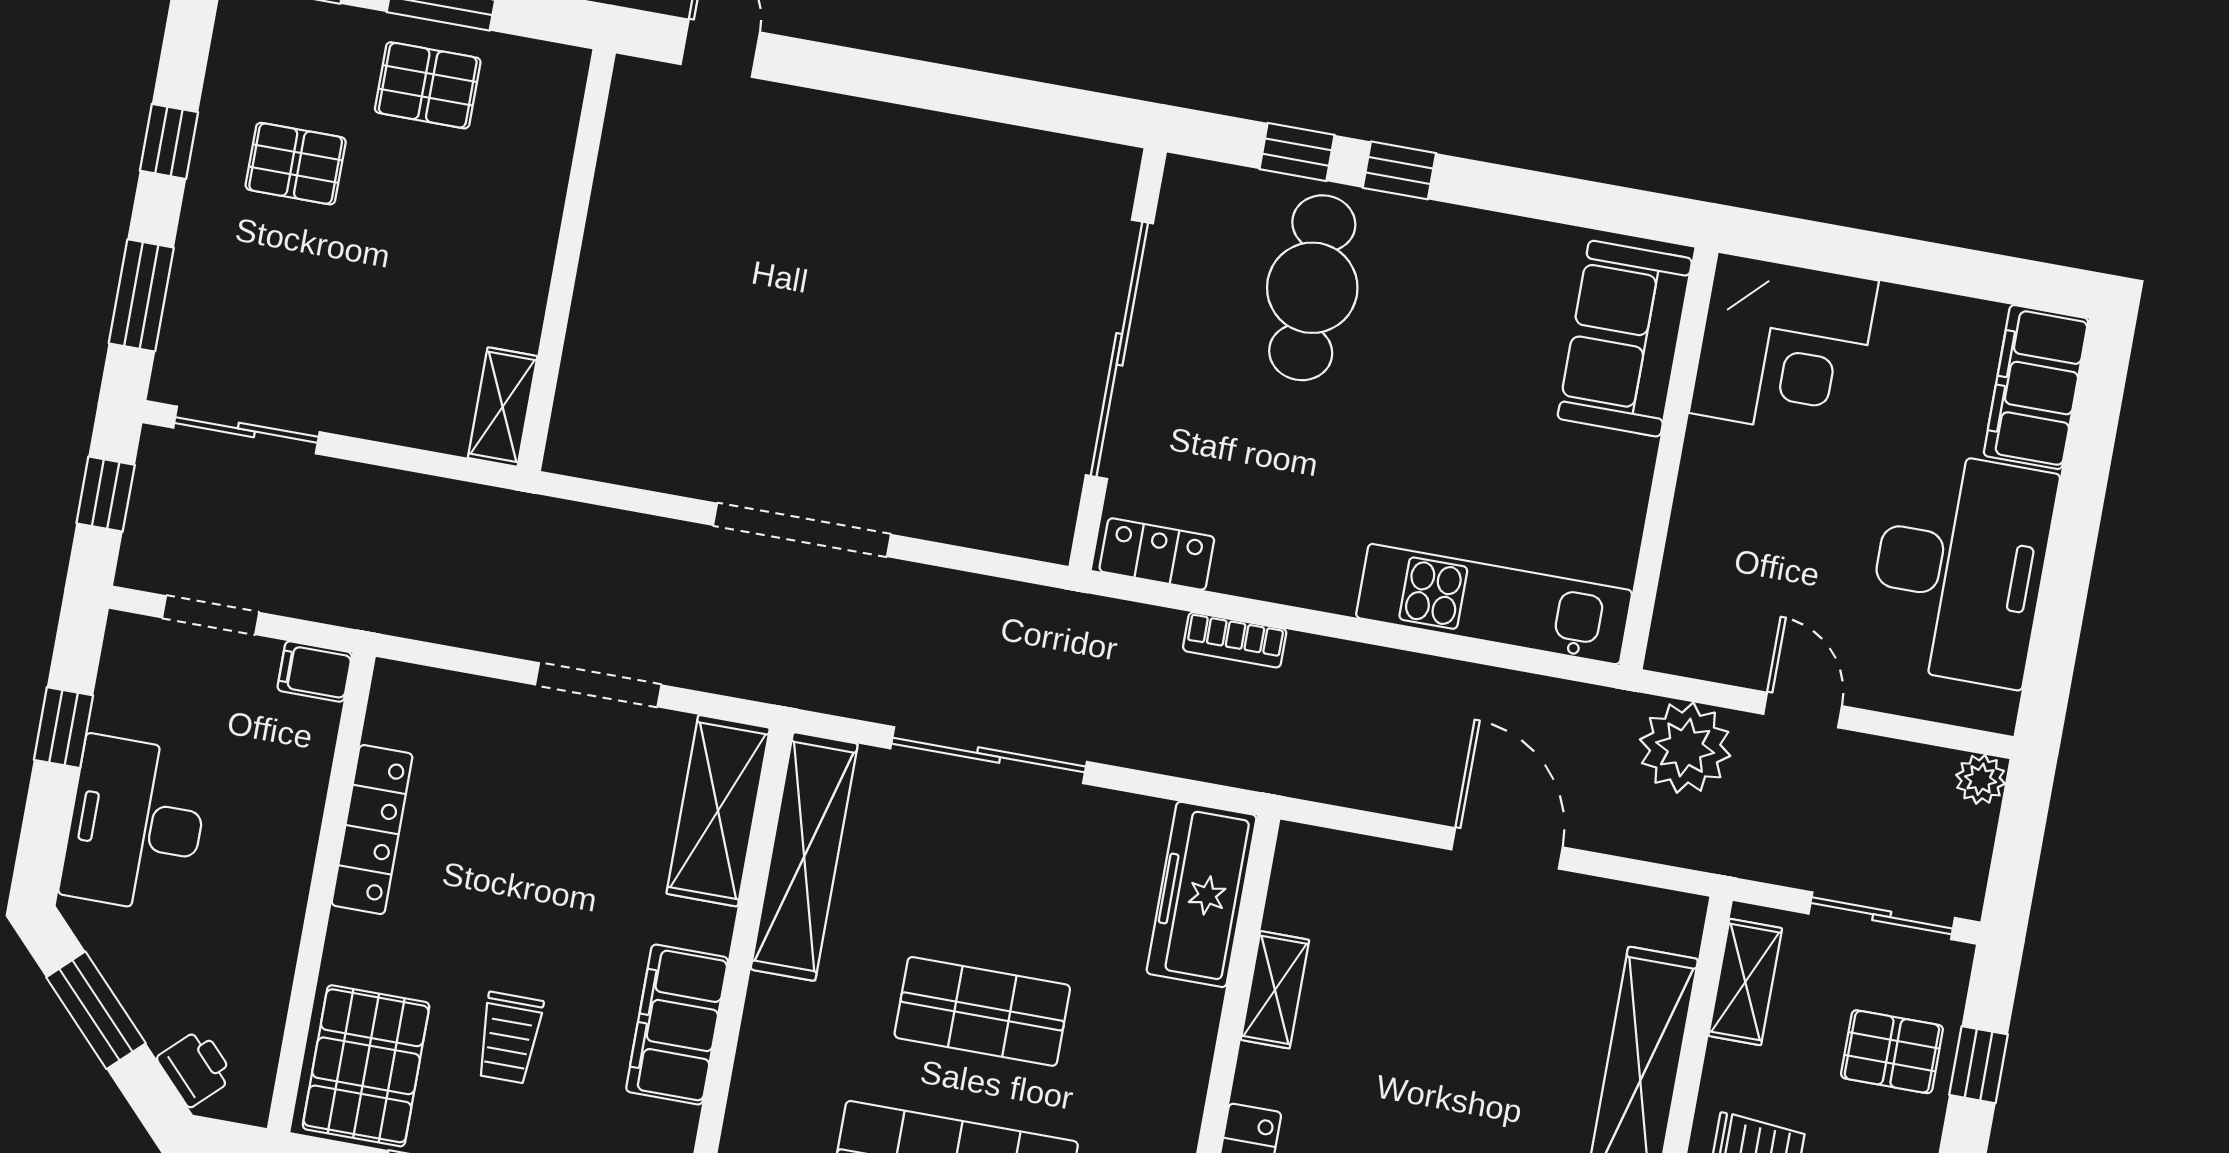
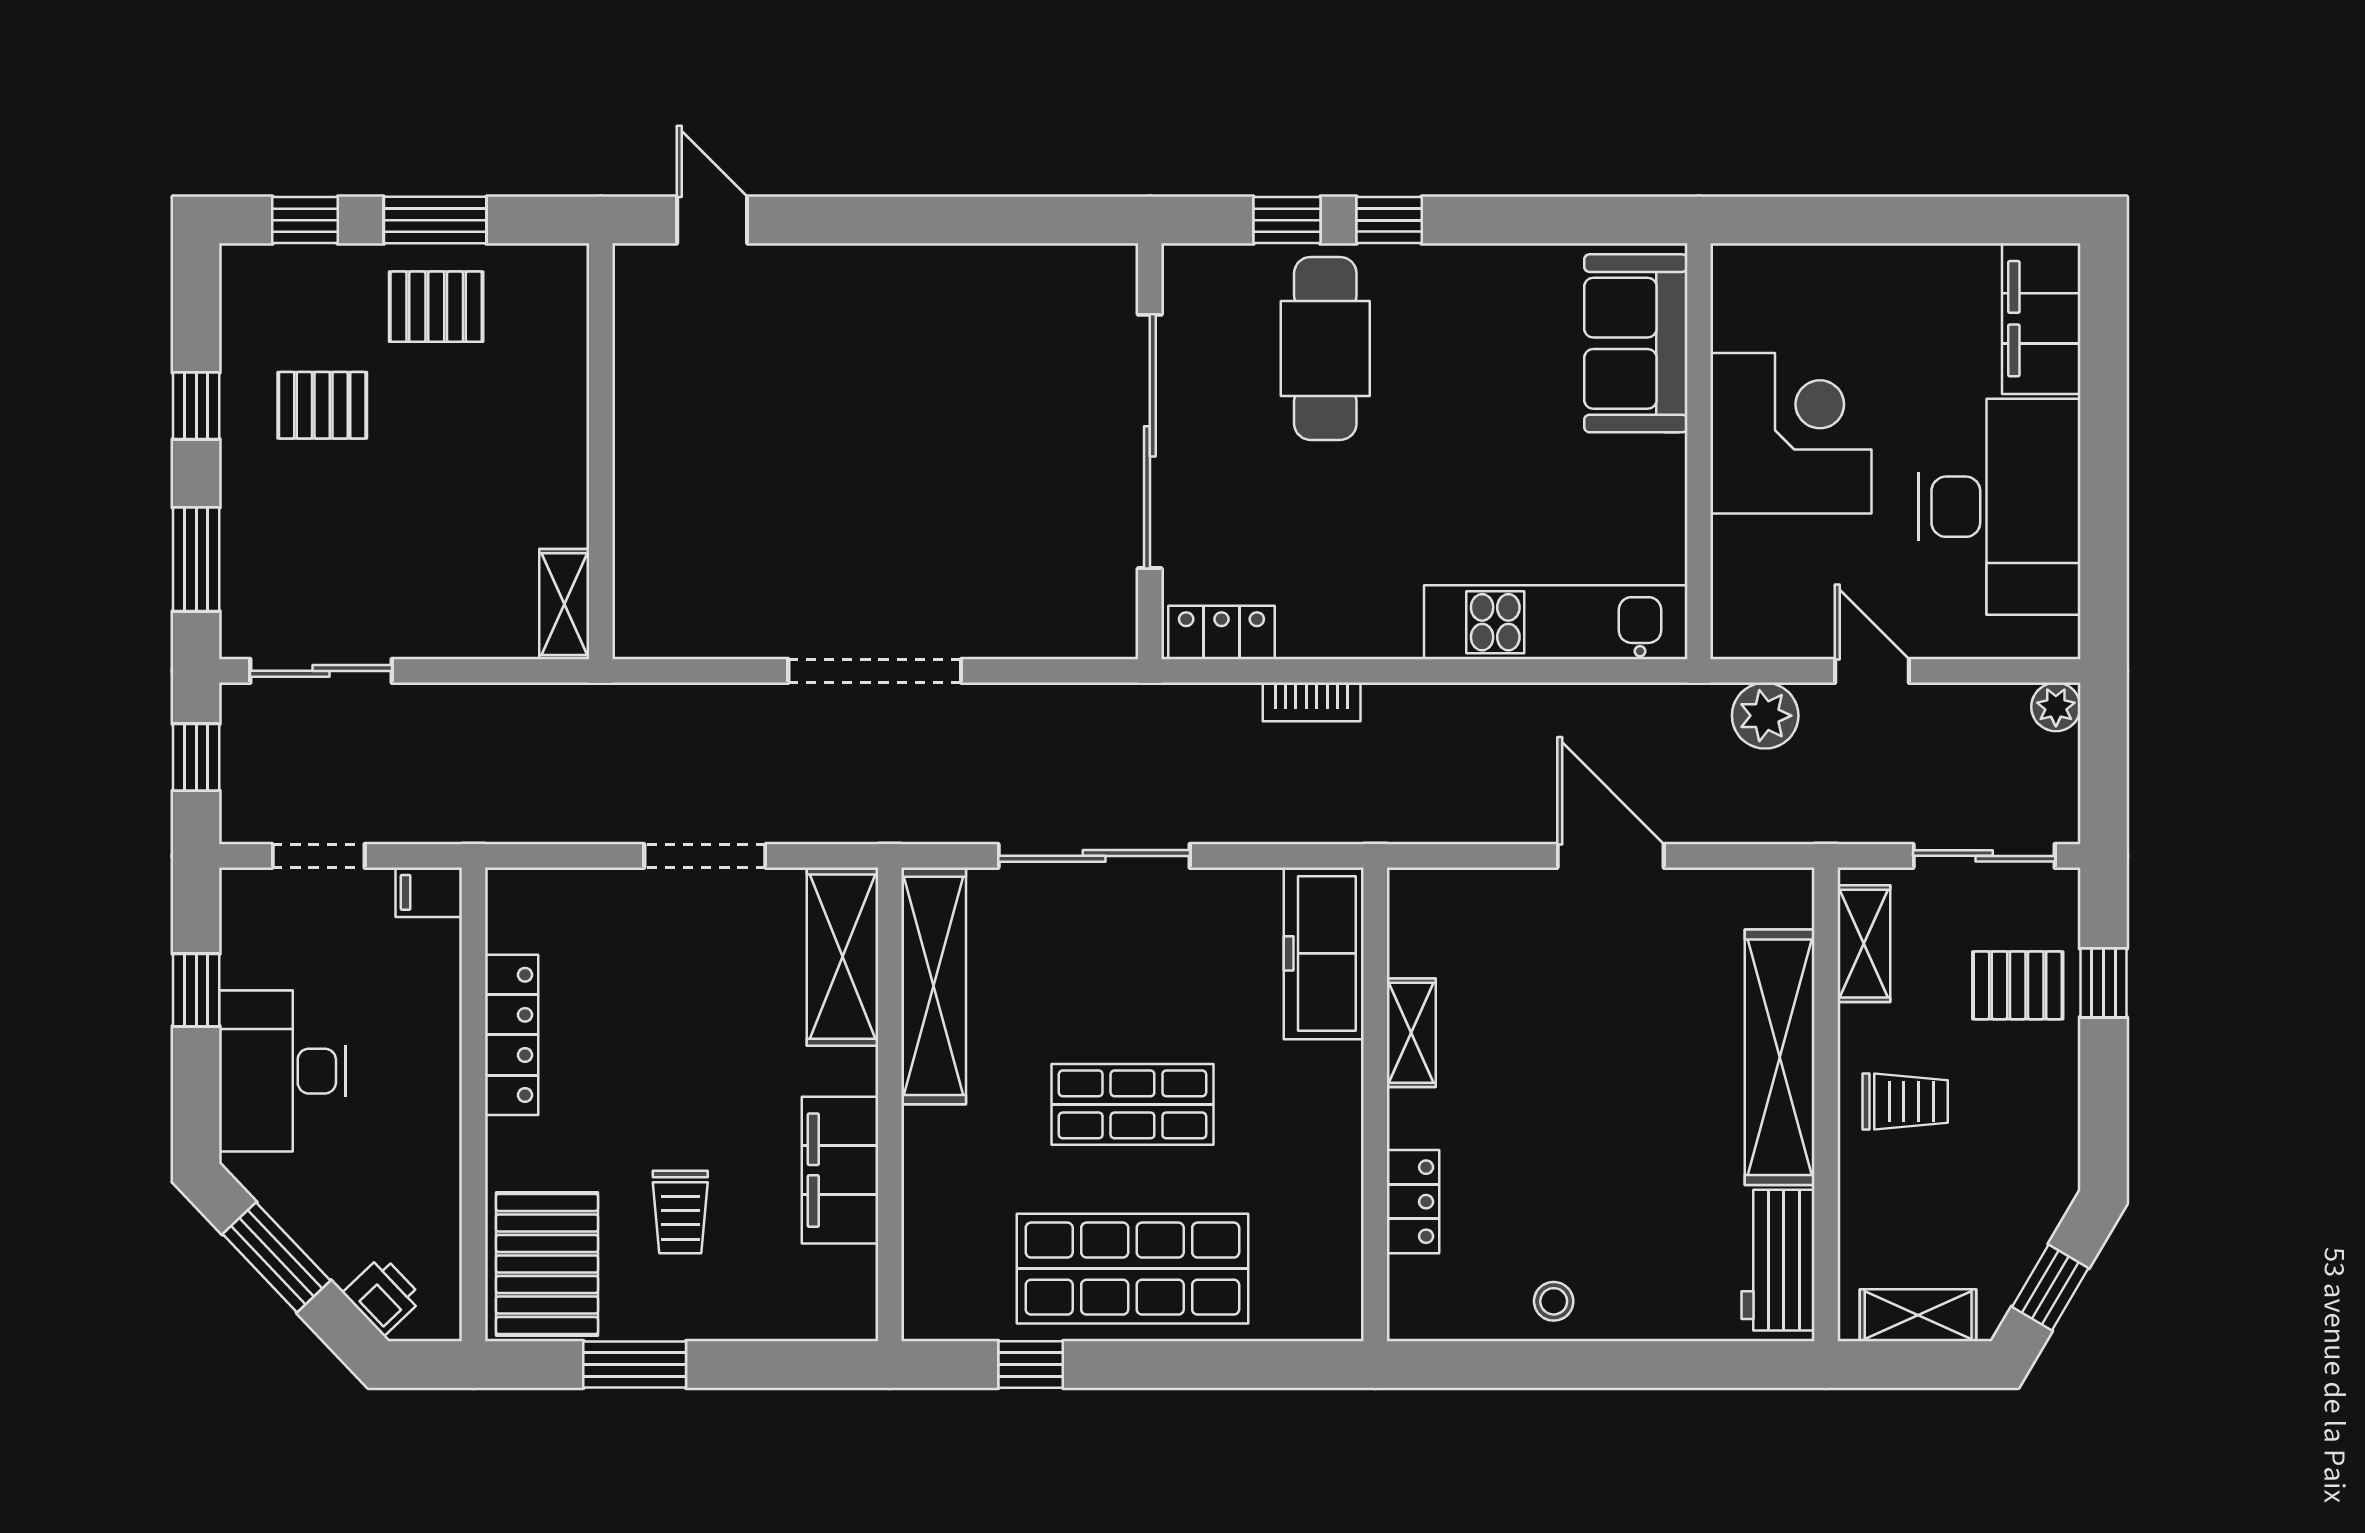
corner desk: (1784, 347) -> (1791, 433), moved, turned -90
plant: (1685, 748) -> (1765, 716), width x0.73, depth x0.73

